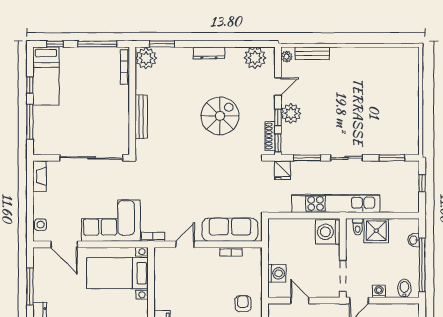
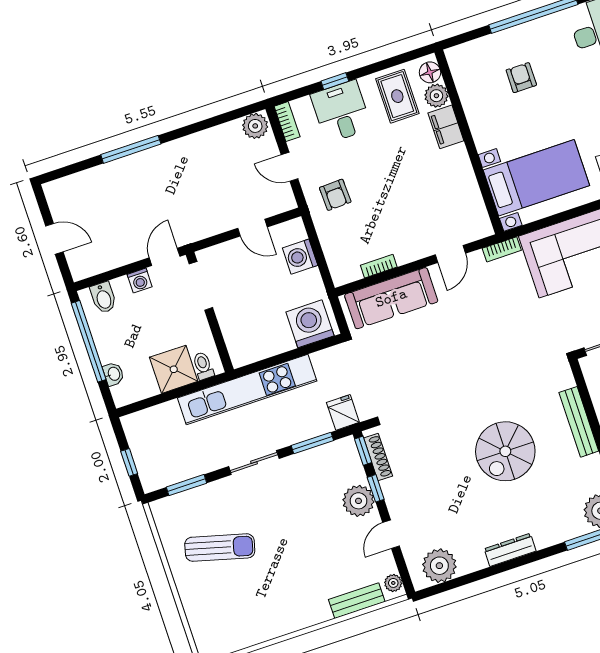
sun lounger: (384, 113) -> (220, 548), added
spiral stairs: (220, 116) -> (505, 451), moved
washing machine: (328, 232) -> (310, 324), moved, turned -90

